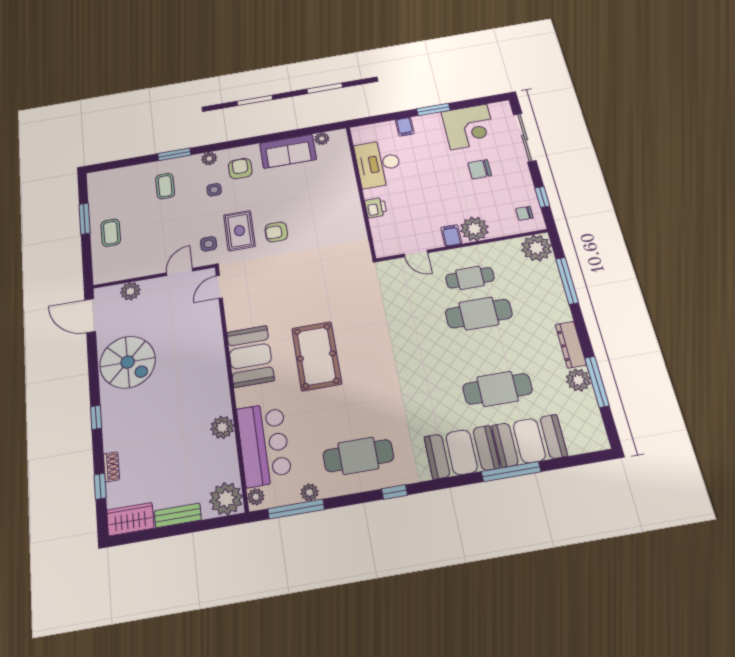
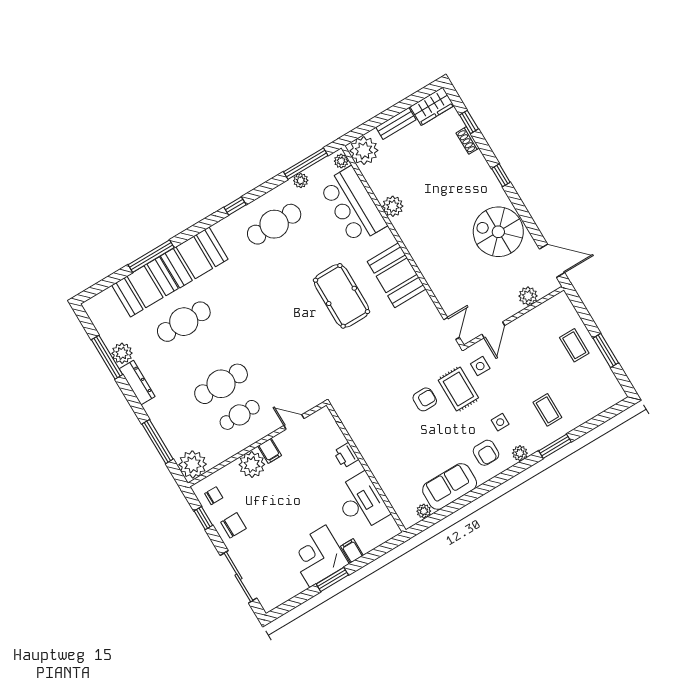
corner desk: (469, 127) -> (318, 556), moved
chair: (480, 169) -> (233, 525), moved

